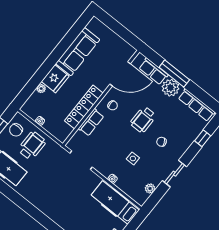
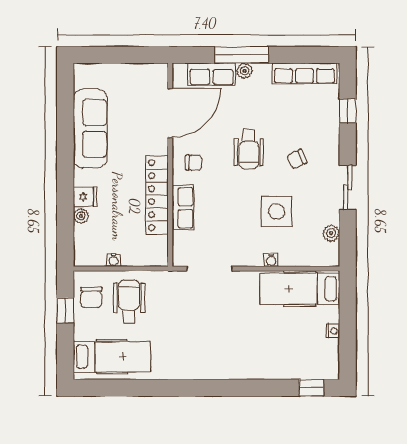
fridge: (55, 79) -> (85, 197), width x0.53, depth x0.75
plant: (171, 88) -> (245, 71), width x0.53, depth x0.53
side table: (133, 158) -> (277, 212), width x1.87, depth x1.87

